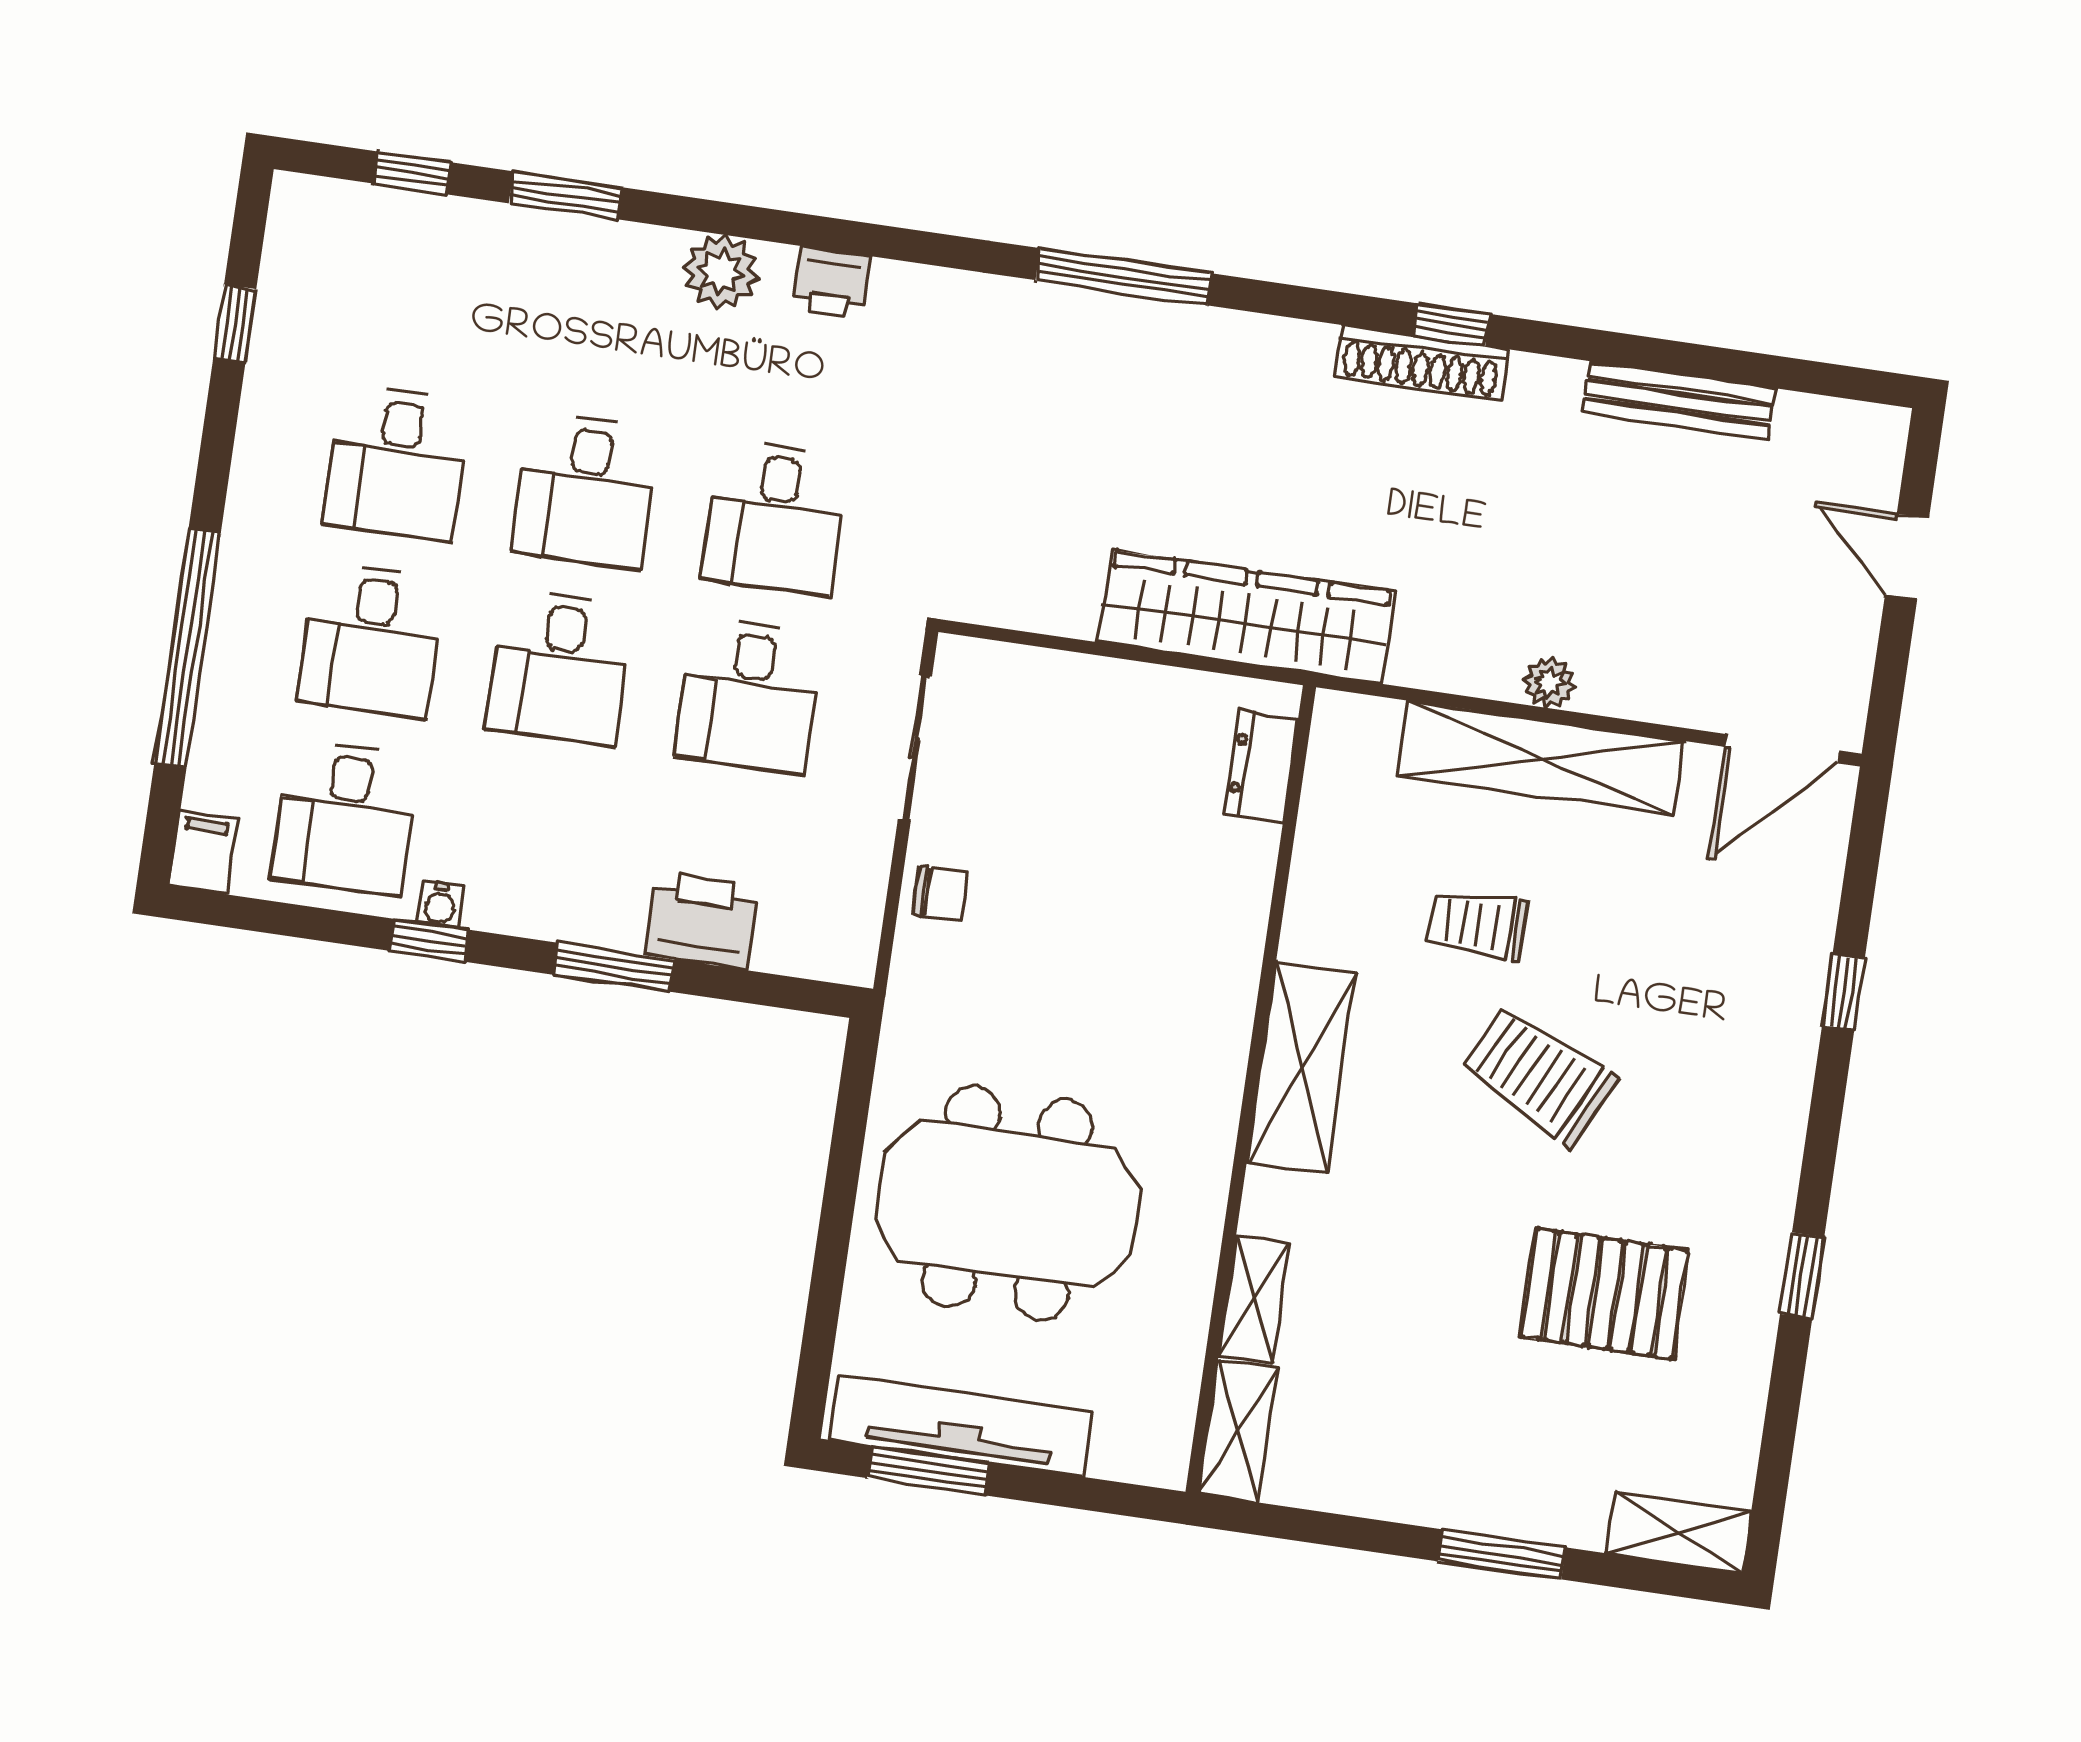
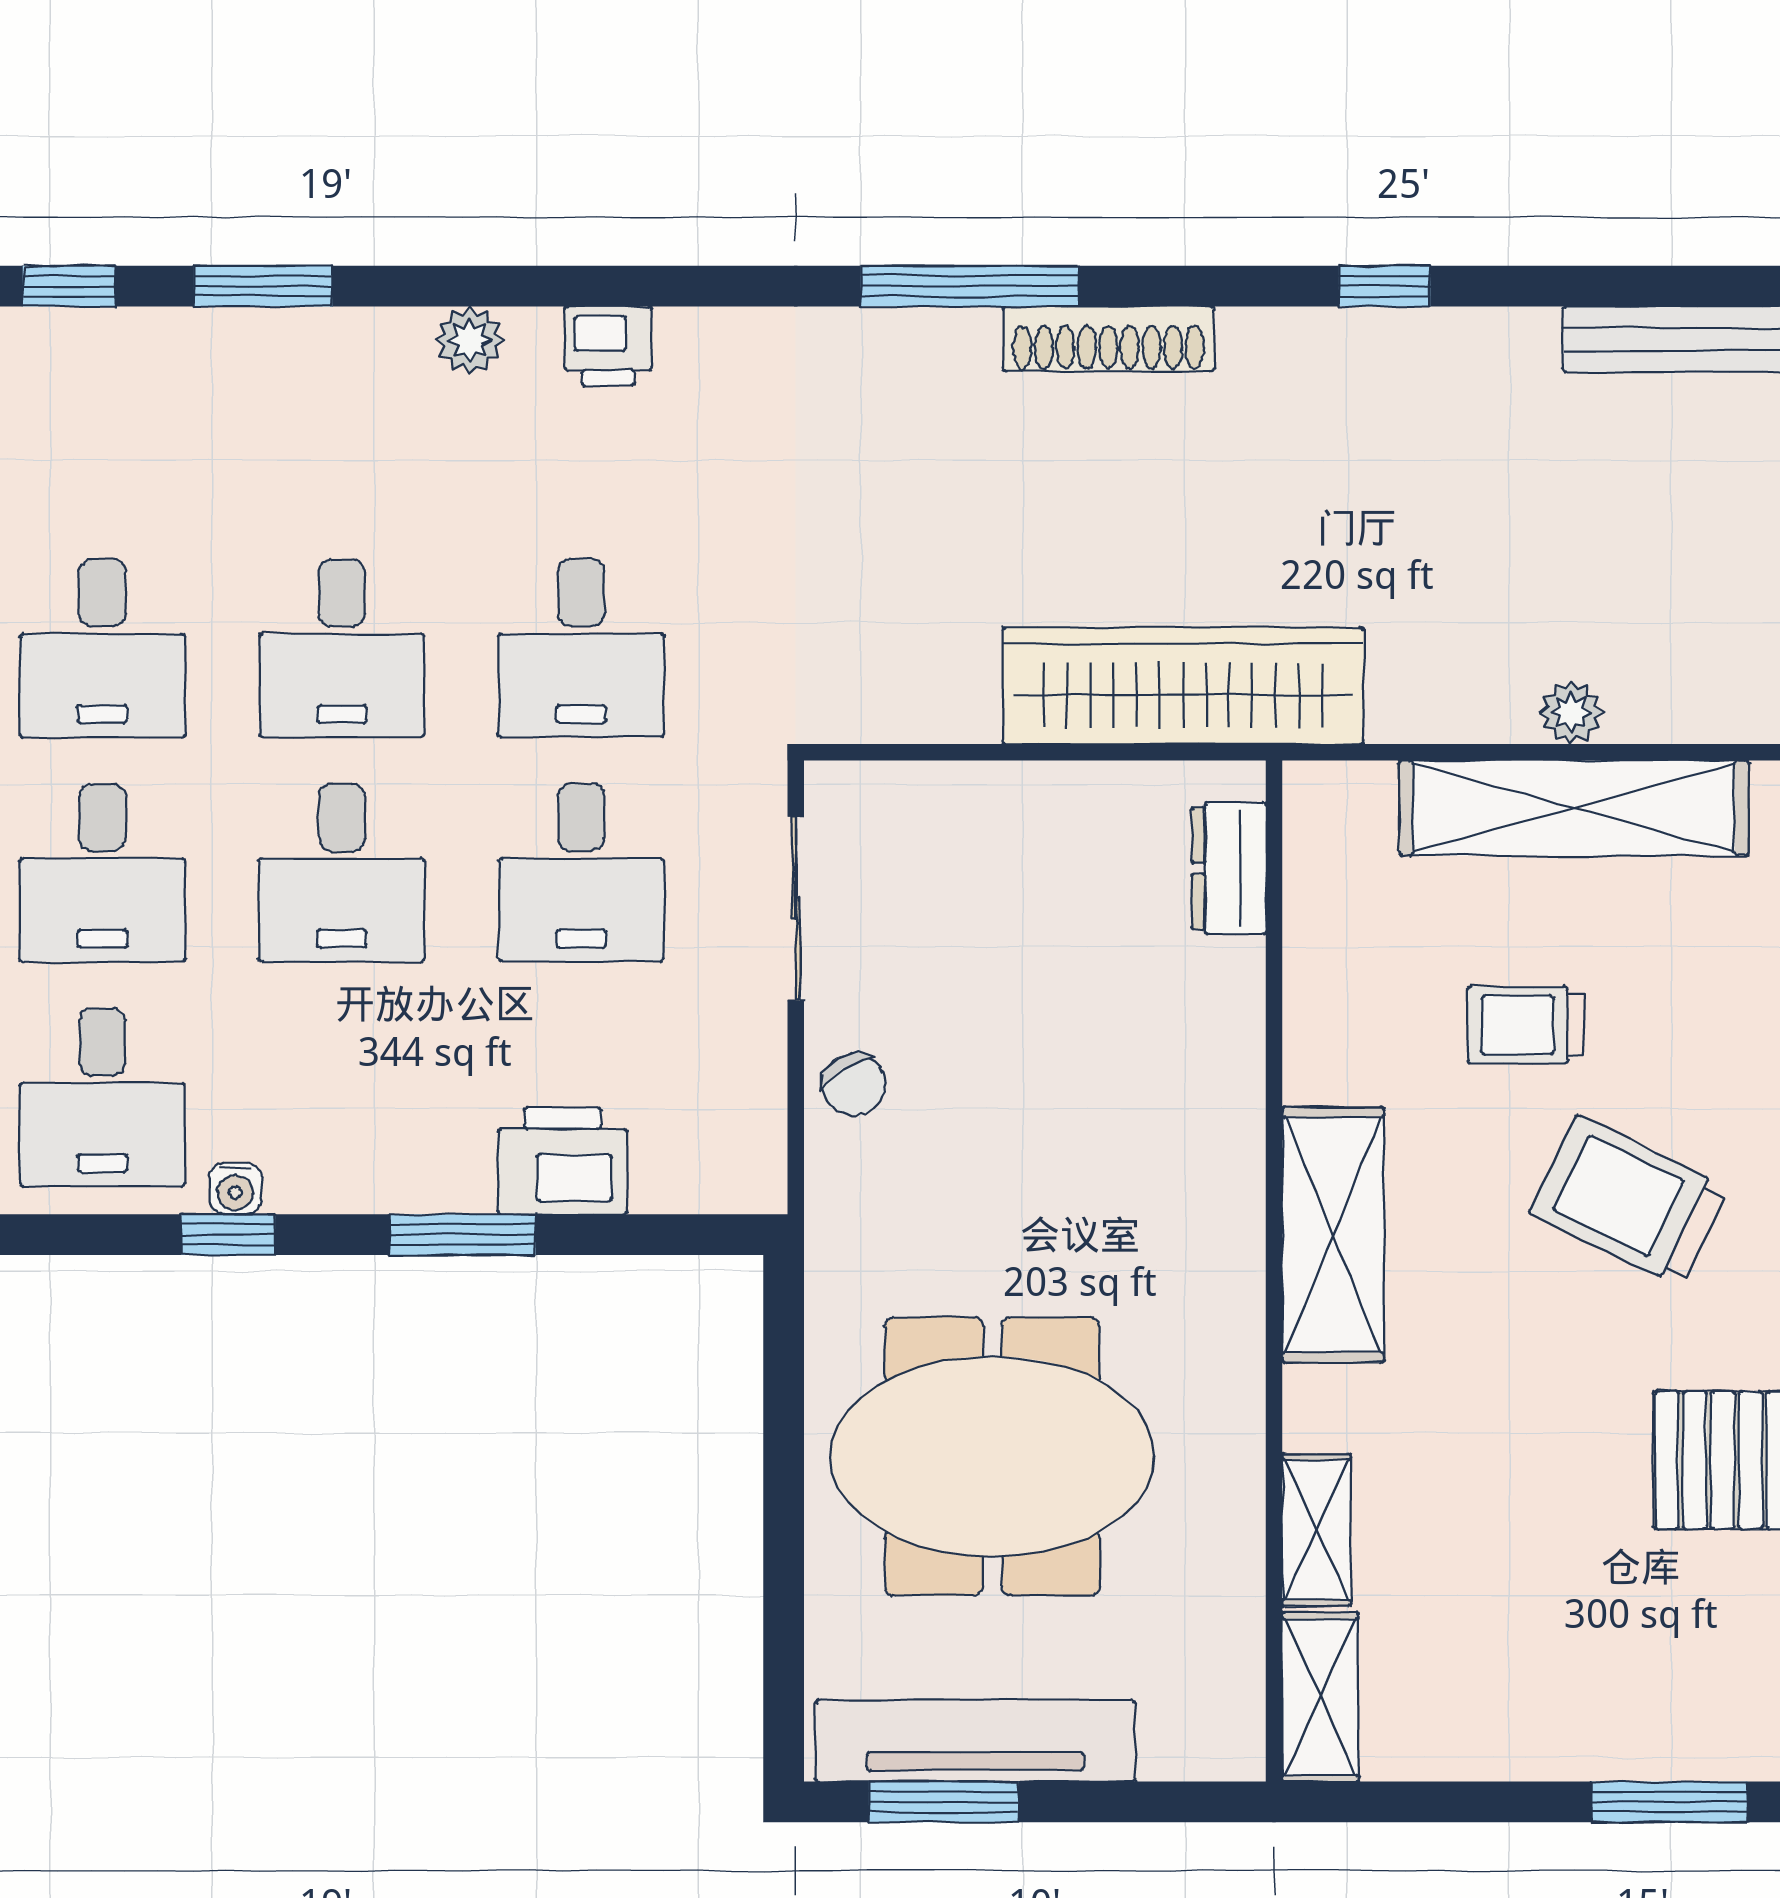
plant: (721, 272) -> (470, 340), width x0.73, depth x0.73
shoe rack: (1421, 363) -> (1108, 339), moved
chair: (940, 894) -> (854, 1085), turned 58

